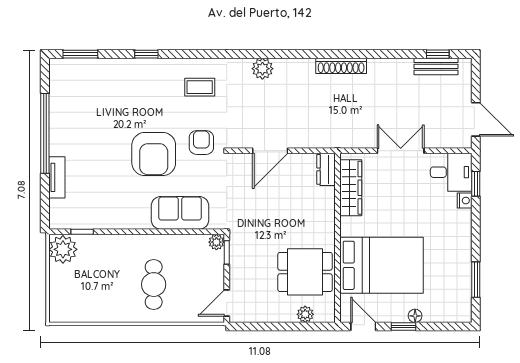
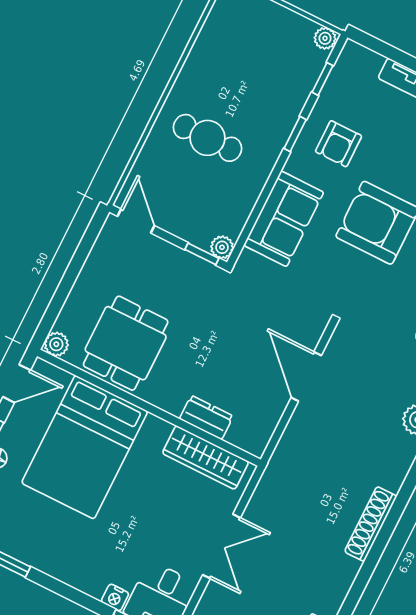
armchair: (201, 142) -> (339, 144), moved, turned 90
dresser: (326, 169) -> (206, 418), moved
window: (124, 232) -> (295, 134), added
plant: (63, 249) -> (325, 38), width x0.53, depth x0.53
plant: (305, 314) -> (56, 344), moved

